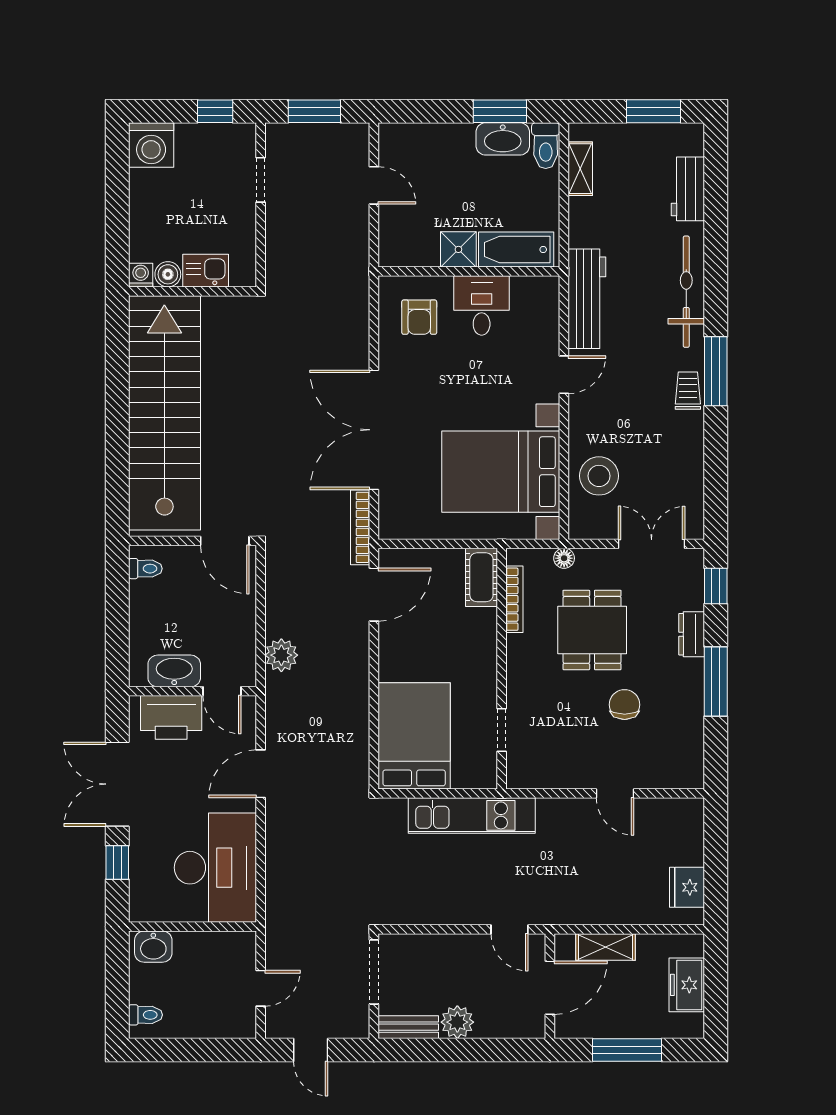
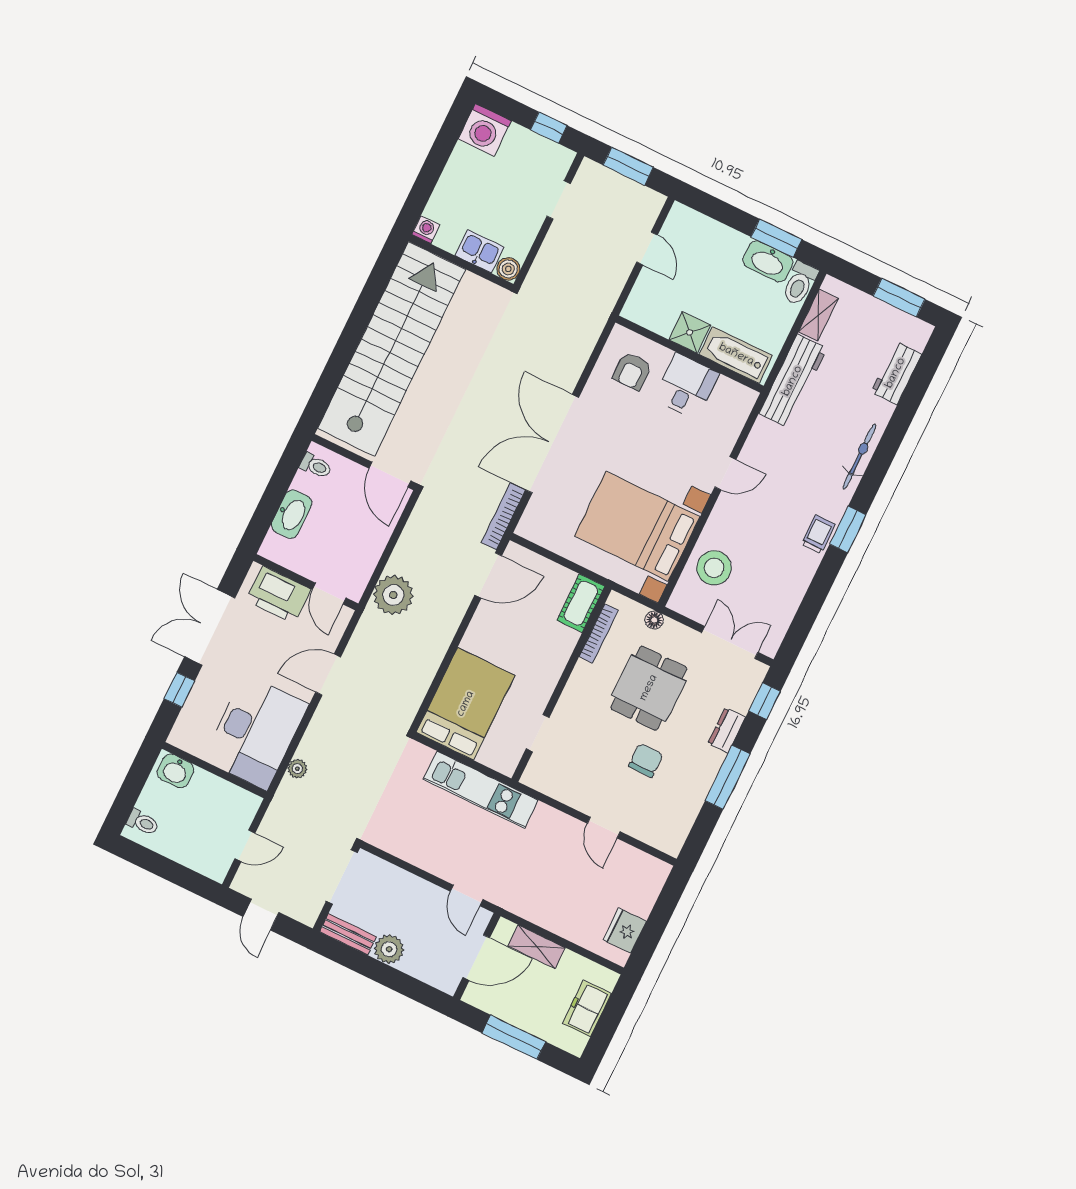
boiler: (168, 274) -> (508, 269), moved
bicycle: (686, 292) -> (859, 457), width x0.73, depth x0.71
workbench: (587, 299) -> (793, 381), moved
window: (716, 371) -> (848, 529), width x0.69
plant: (281, 655) -> (393, 595), width x1.36, depth x1.36
washbasin: (174, 671) -> (292, 514), moved, turned 90
plant: (276, 884) -> (297, 769), added

